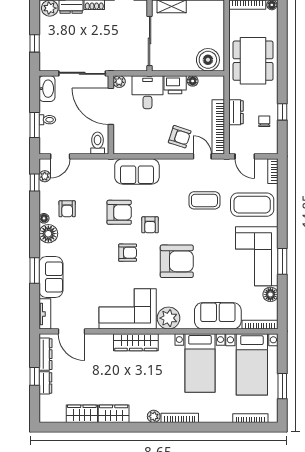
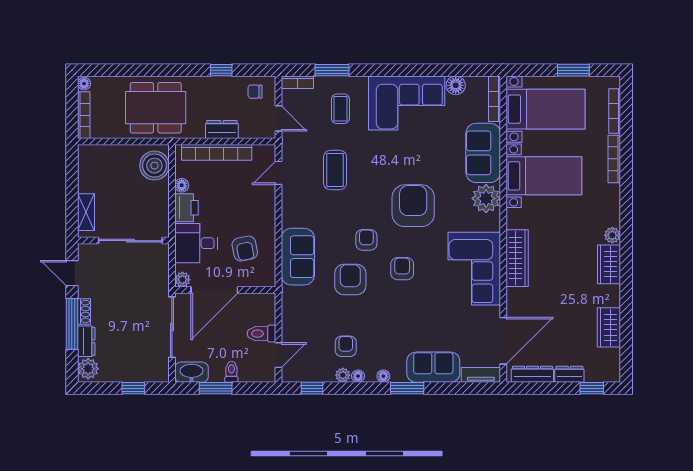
chair: (264, 121) -> (255, 92), moved
window: (35, 125) -> (216, 388), moved
bookcase: (218, 127) -> (217, 152), moved
armchair: (180, 137) -> (245, 249), moved, turned 151
toilet: (98, 143) -> (261, 334), moved
door: (60, 156) -> (279, 355), hinge flipped
door: (245, 156) -> (279, 118), hinge flipped
plant: (45, 176) -> (343, 375), moved
coffee table: (252, 205) -> (340, 109), width x0.54, depth x0.58
armchair: (67, 209) -> (346, 346), turned -90
armchair: (150, 225) -> (366, 240), turned -90
floor lamp: (48, 234) -> (383, 376), width x0.53, depth x0.53
window: (282, 261) -> (332, 70), moved
window: (35, 271) -> (407, 388), moved
plant: (168, 318) -> (486, 198), moved
door: (71, 331) -> (503, 341), width x1.36
window: (35, 376) -> (592, 388), moved
wardrobe: (114, 414) -> (609, 264), moved
bookcase: (180, 418) -> (614, 159), moved

